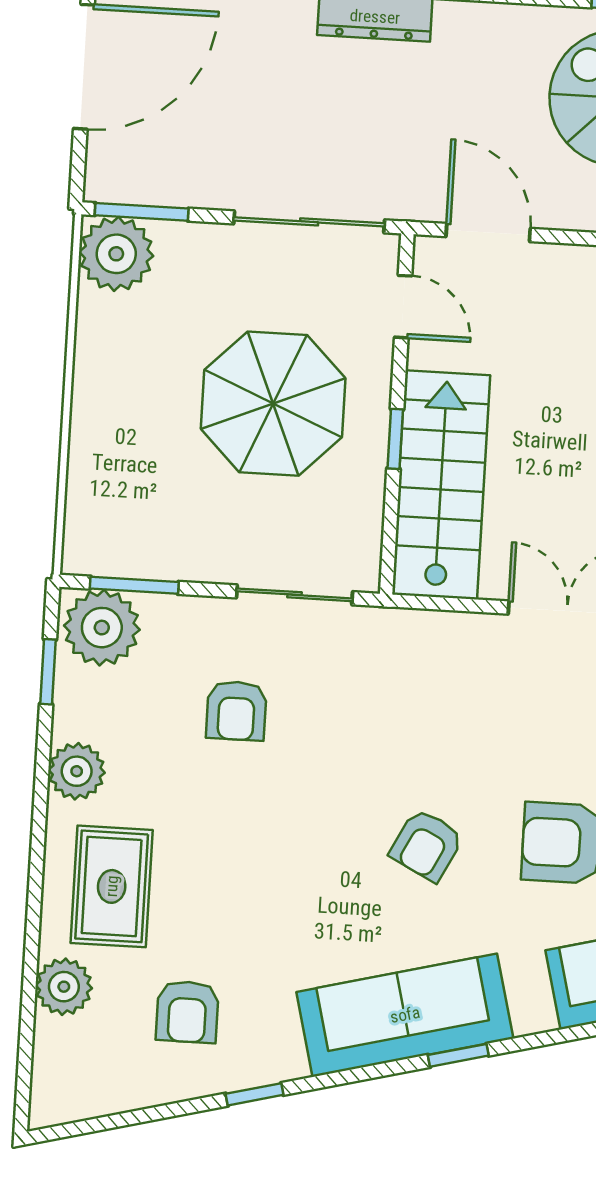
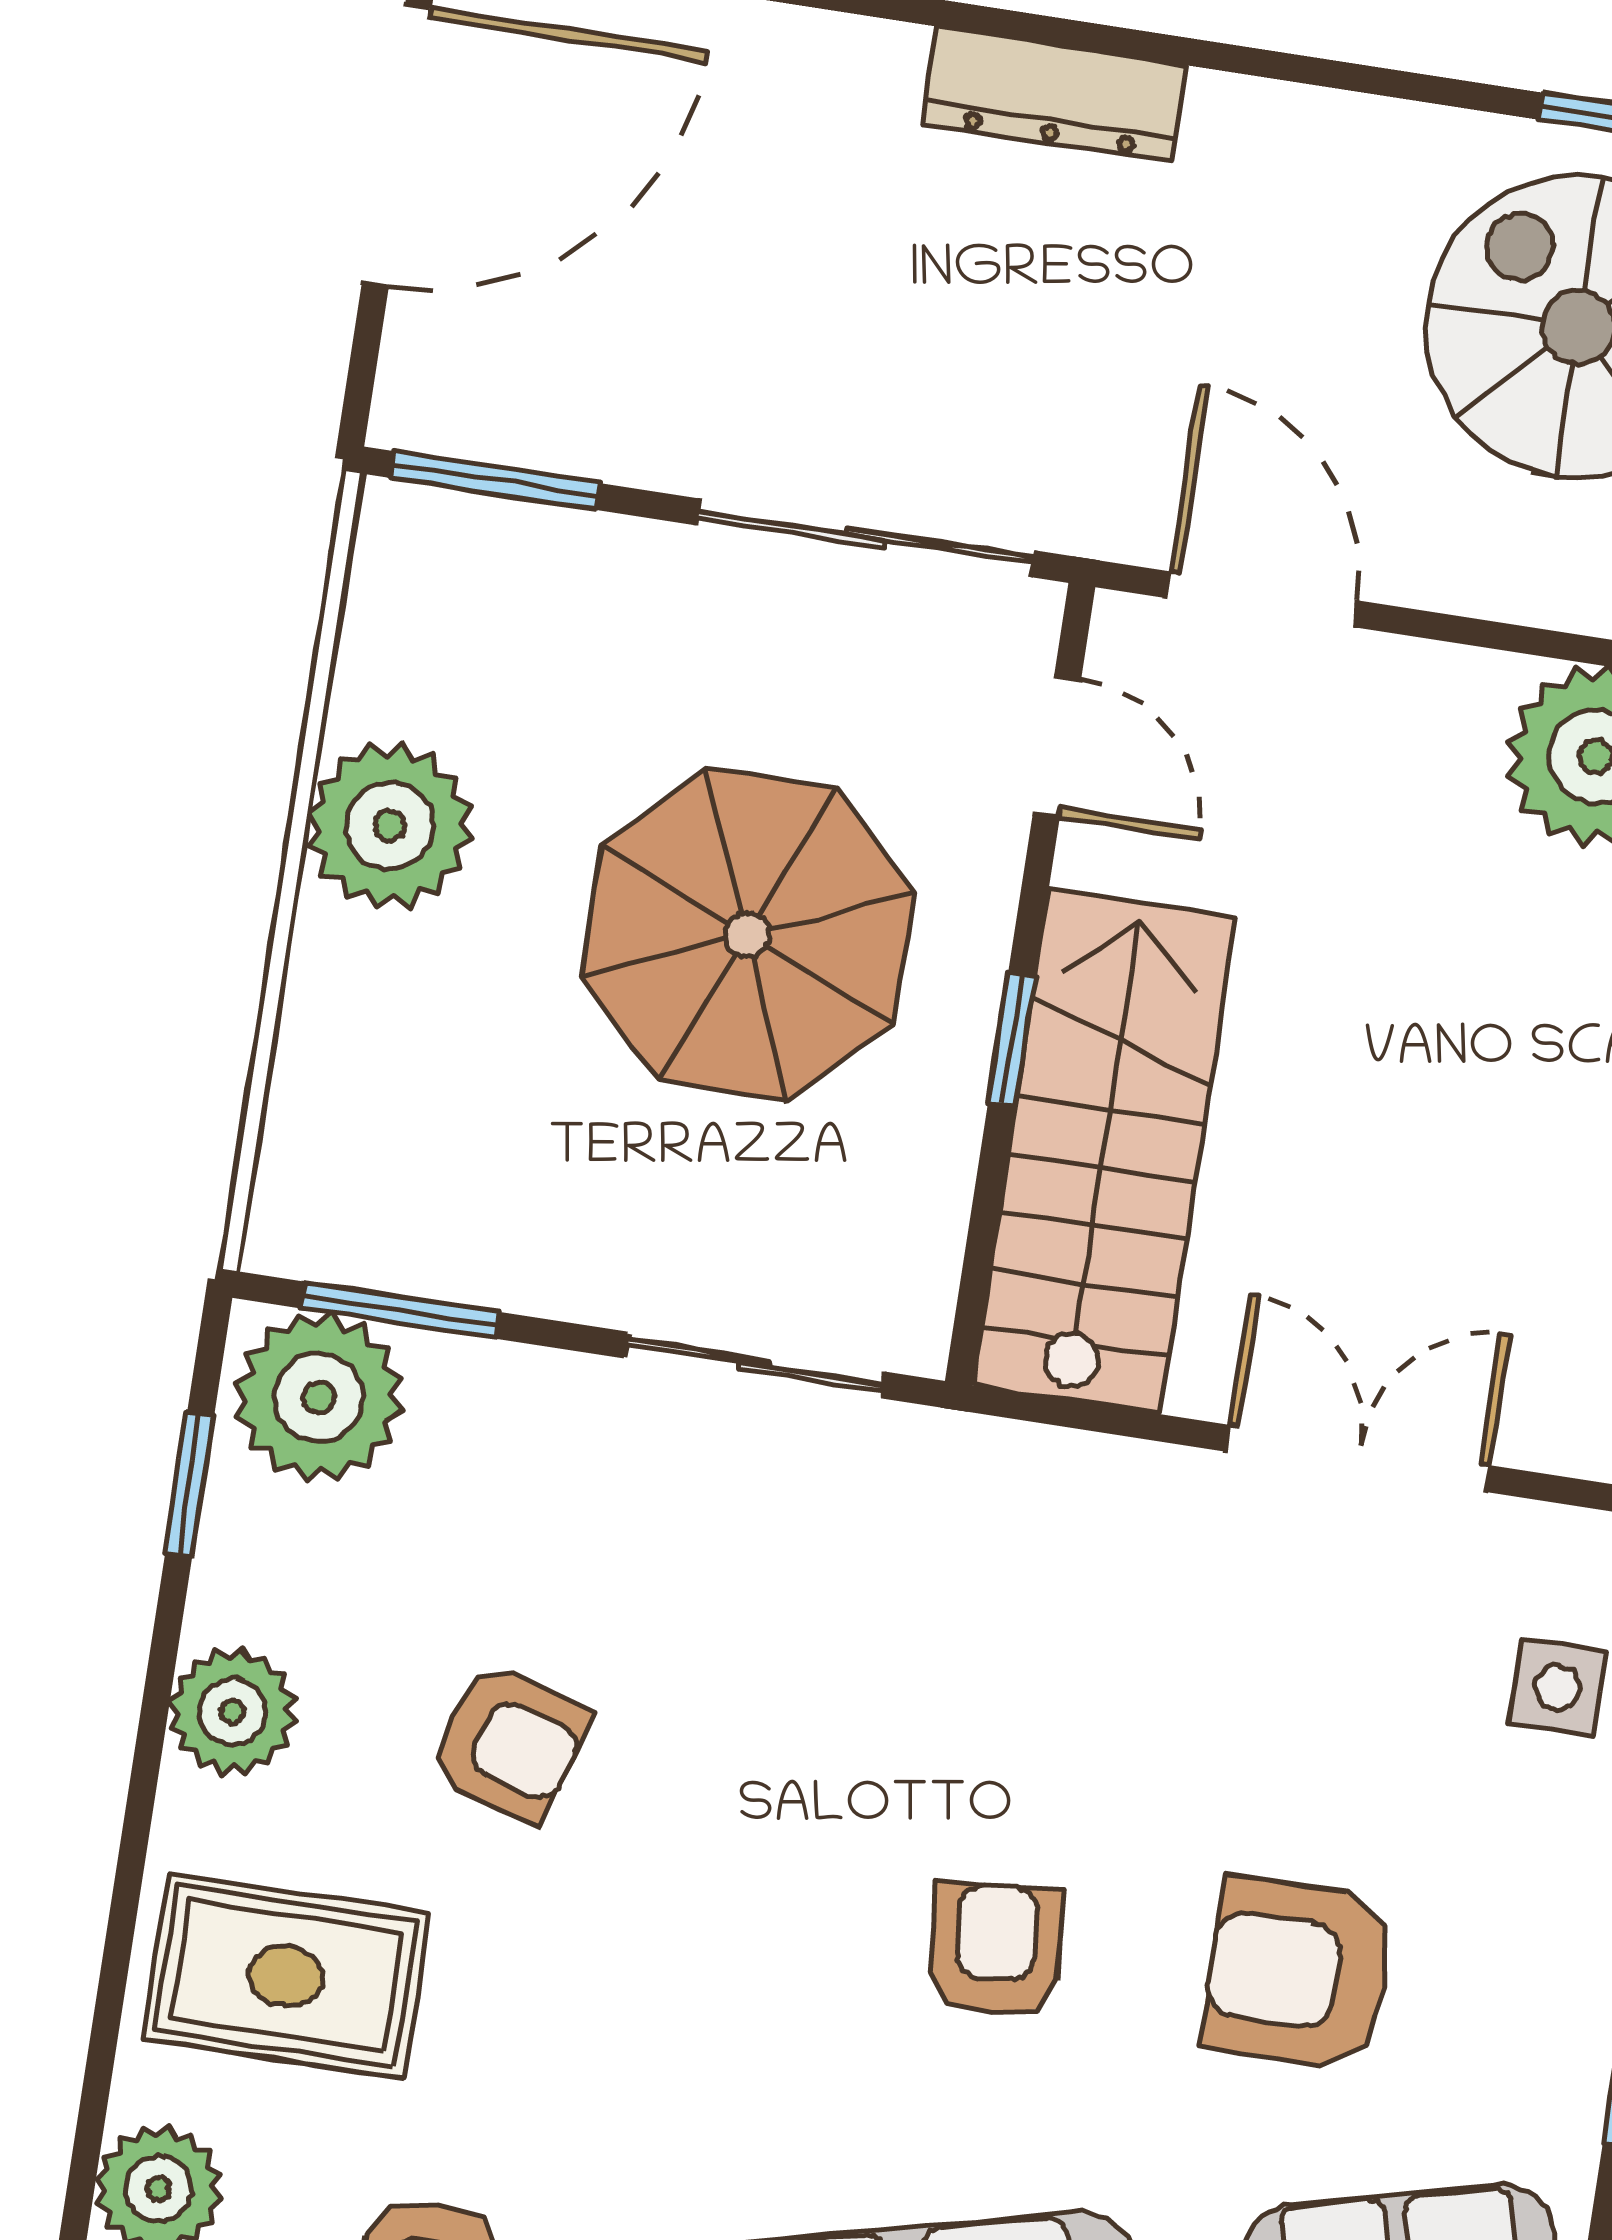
plant: (116, 254) -> (390, 826), moved
armchair: (236, 711) -> (509, 1743), moved, turned -73
armchair: (427, 845) -> (996, 1950), turned 148
rug: (112, 886) -> (286, 1976), turned 90

